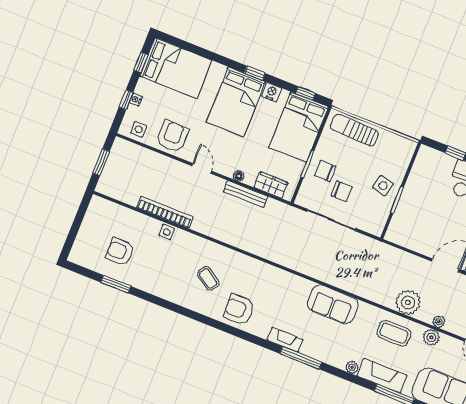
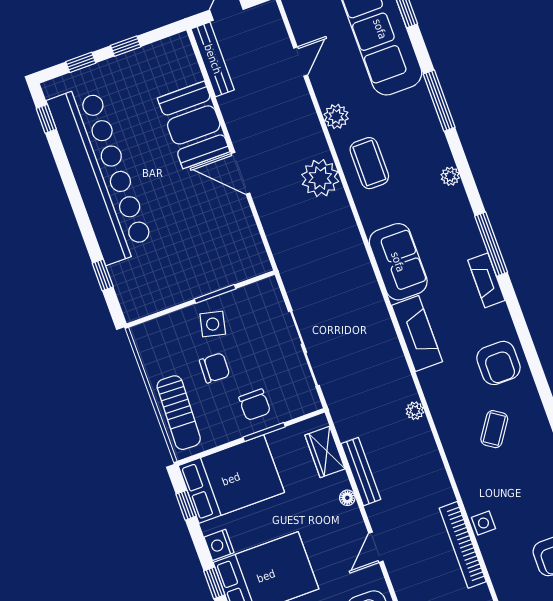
chair: (342, 191) -> (215, 368), moved, turned 92
plant: (439, 322) -> (415, 411), moved
fireplace: (382, 376) -> (417, 334), moved, turned 180

